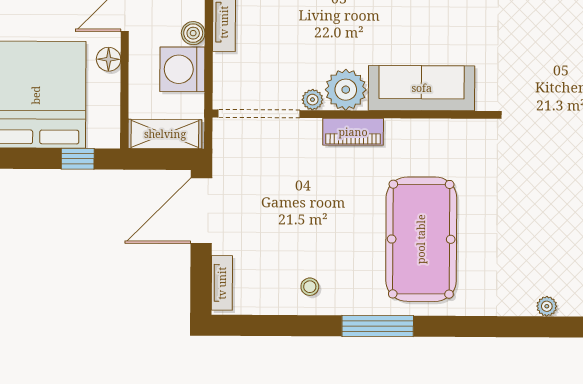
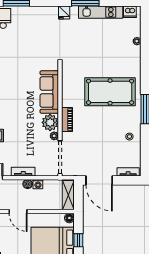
floor lamp: (109, 59) -> (69, 218), moved
washing machine: (182, 69) -> (38, 184), width x0.53, depth x0.53
window: (78, 159) -> (78, 240), moved

